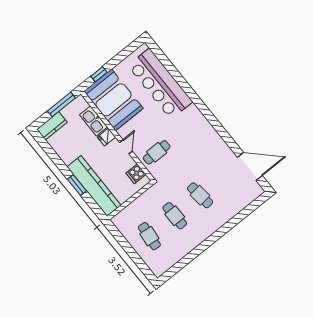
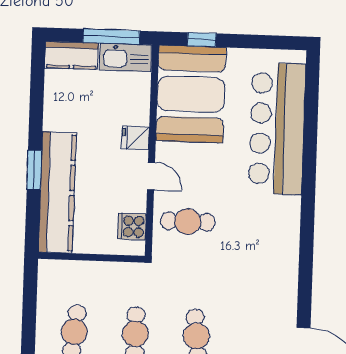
kitchen sink: (93, 121) -> (126, 57), moved, turned -90
door: (126, 147) -> (151, 176), hinge flipped

